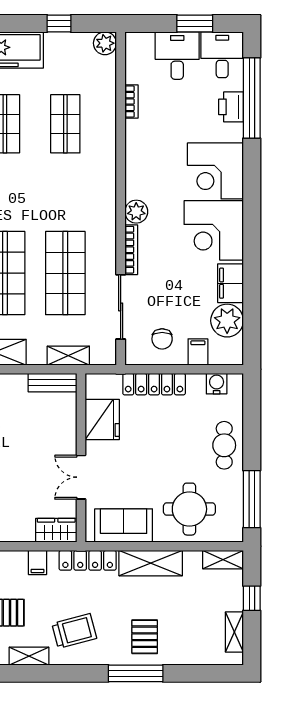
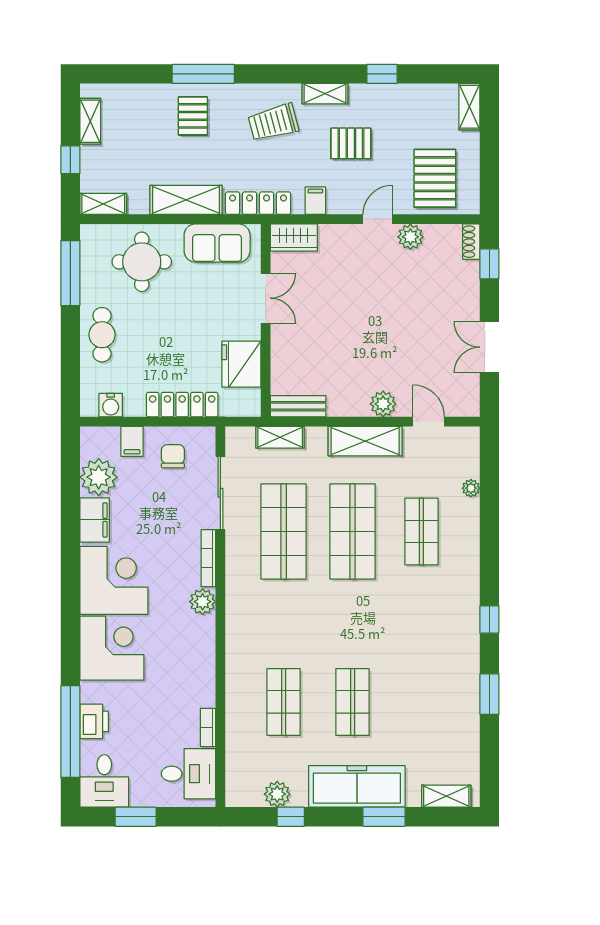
plant: (105, 43) -> (277, 794), moved
desk: (177, 56) -> (188, 774), moved, turned -90

